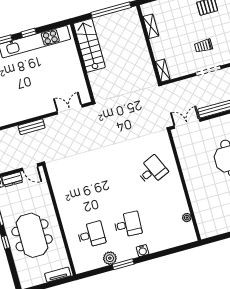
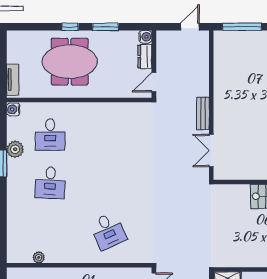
double door: (70, 109) -> (211, 151), swing flipped
bench: (32, 127) -> (203, 113), moved
water cooler: (143, 251) -> (13, 109), moved

